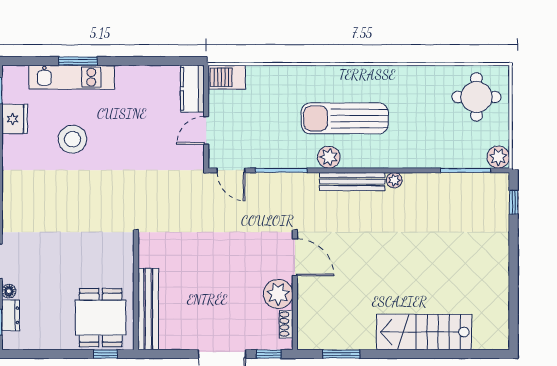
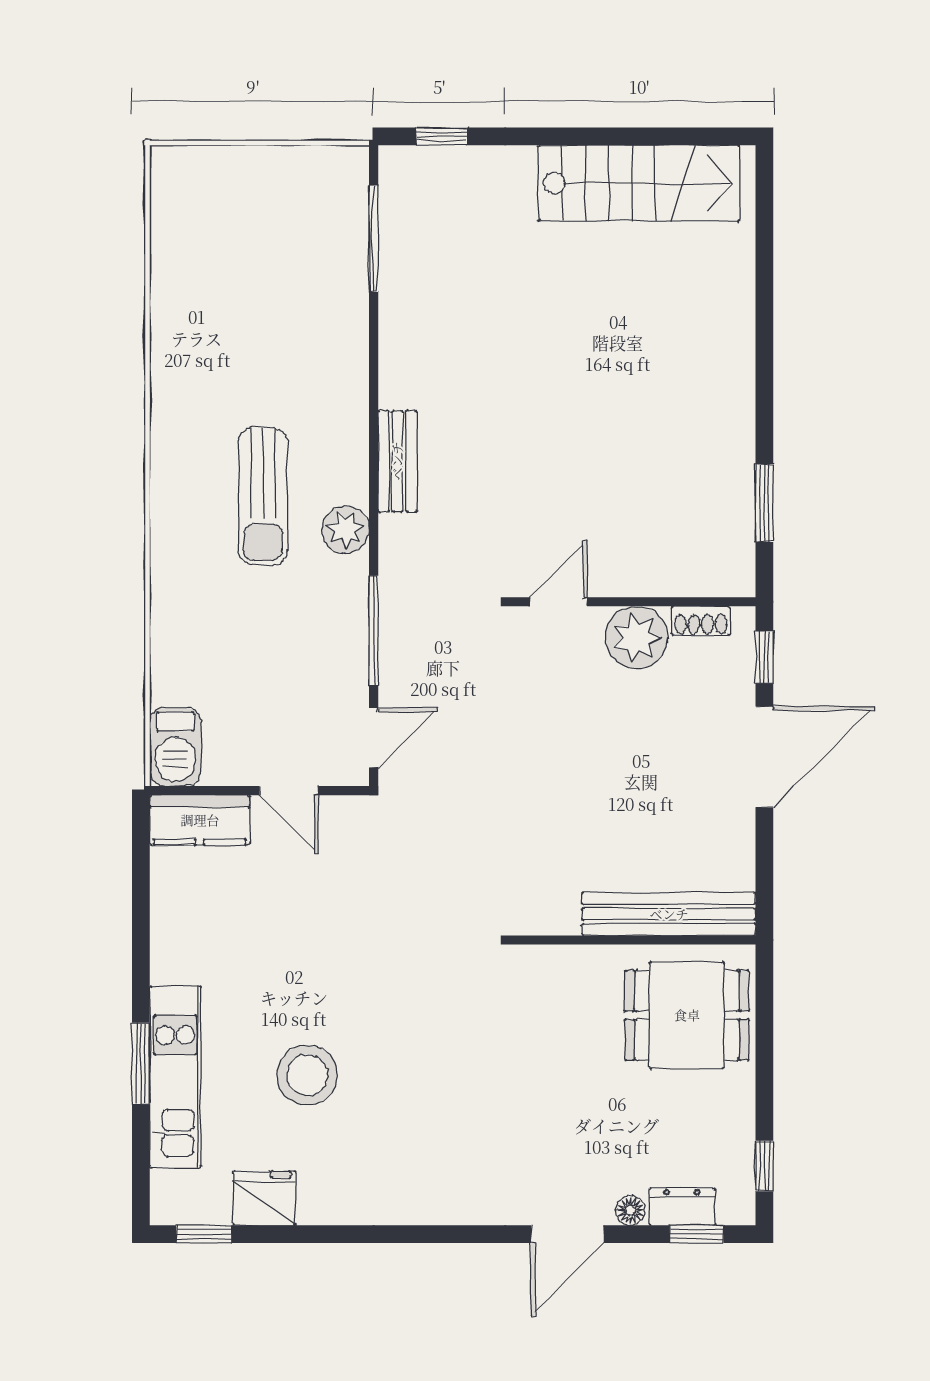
round table: (477, 97) -> (217, 215), removed
sun lounger: (345, 118) -> (263, 496), width x0.73, depth x0.75
plant: (498, 157) -> (345, 169), removed
plant: (394, 180) -> (395, 390), removed
bench: (352, 182) -> (397, 461), width x0.73
door: (295, 257) -> (558, 602), width x0.73
stairs: (424, 332) -> (639, 183), moved, turned -90
window: (106, 354) -> (764, 1166), moved

